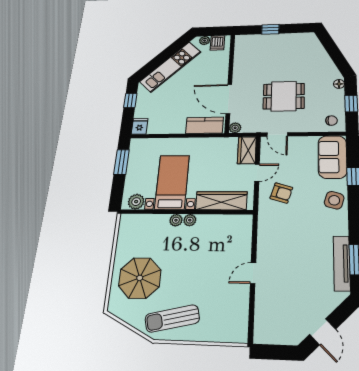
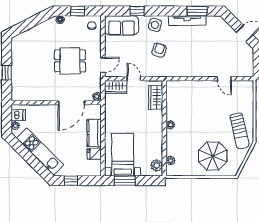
dining table: (284, 96) -> (70, 61), turned 90
kitchen counter: (204, 125) -> (94, 133), moved
fridge: (140, 126) -> (94, 154), moved
bed with nightstands: (172, 182) -> (123, 155), moved, turned 90
armchair: (281, 193) -> (159, 50), moved
wardrobe: (221, 201) -> (156, 97), width x0.67
plant: (176, 220) -> (171, 161), moved
tv unit: (342, 263) -> (187, 21), moved
door: (253, 273) -> (224, 79), moved

